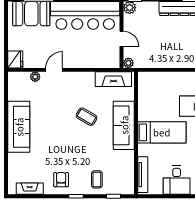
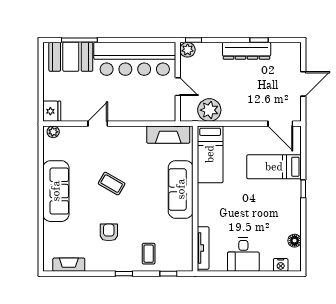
plant: (128, 63) -> (209, 110), moved, width x1.87, depth x1.87
plant: (35, 77) -> (53, 132), moved
coffee table: (87, 117) -> (112, 184), moved
bed: (162, 132) -> (210, 154), moved, turned 90
armchair: (61, 180) -> (109, 232), moved

